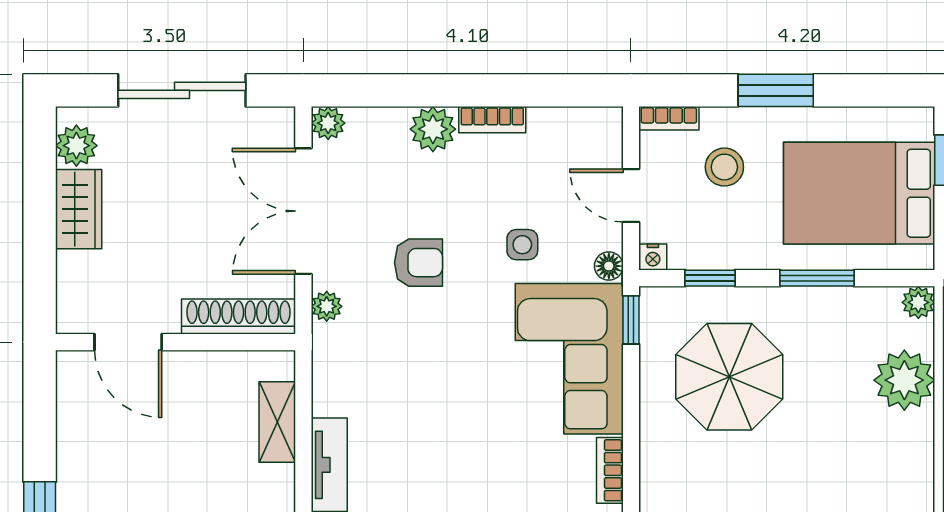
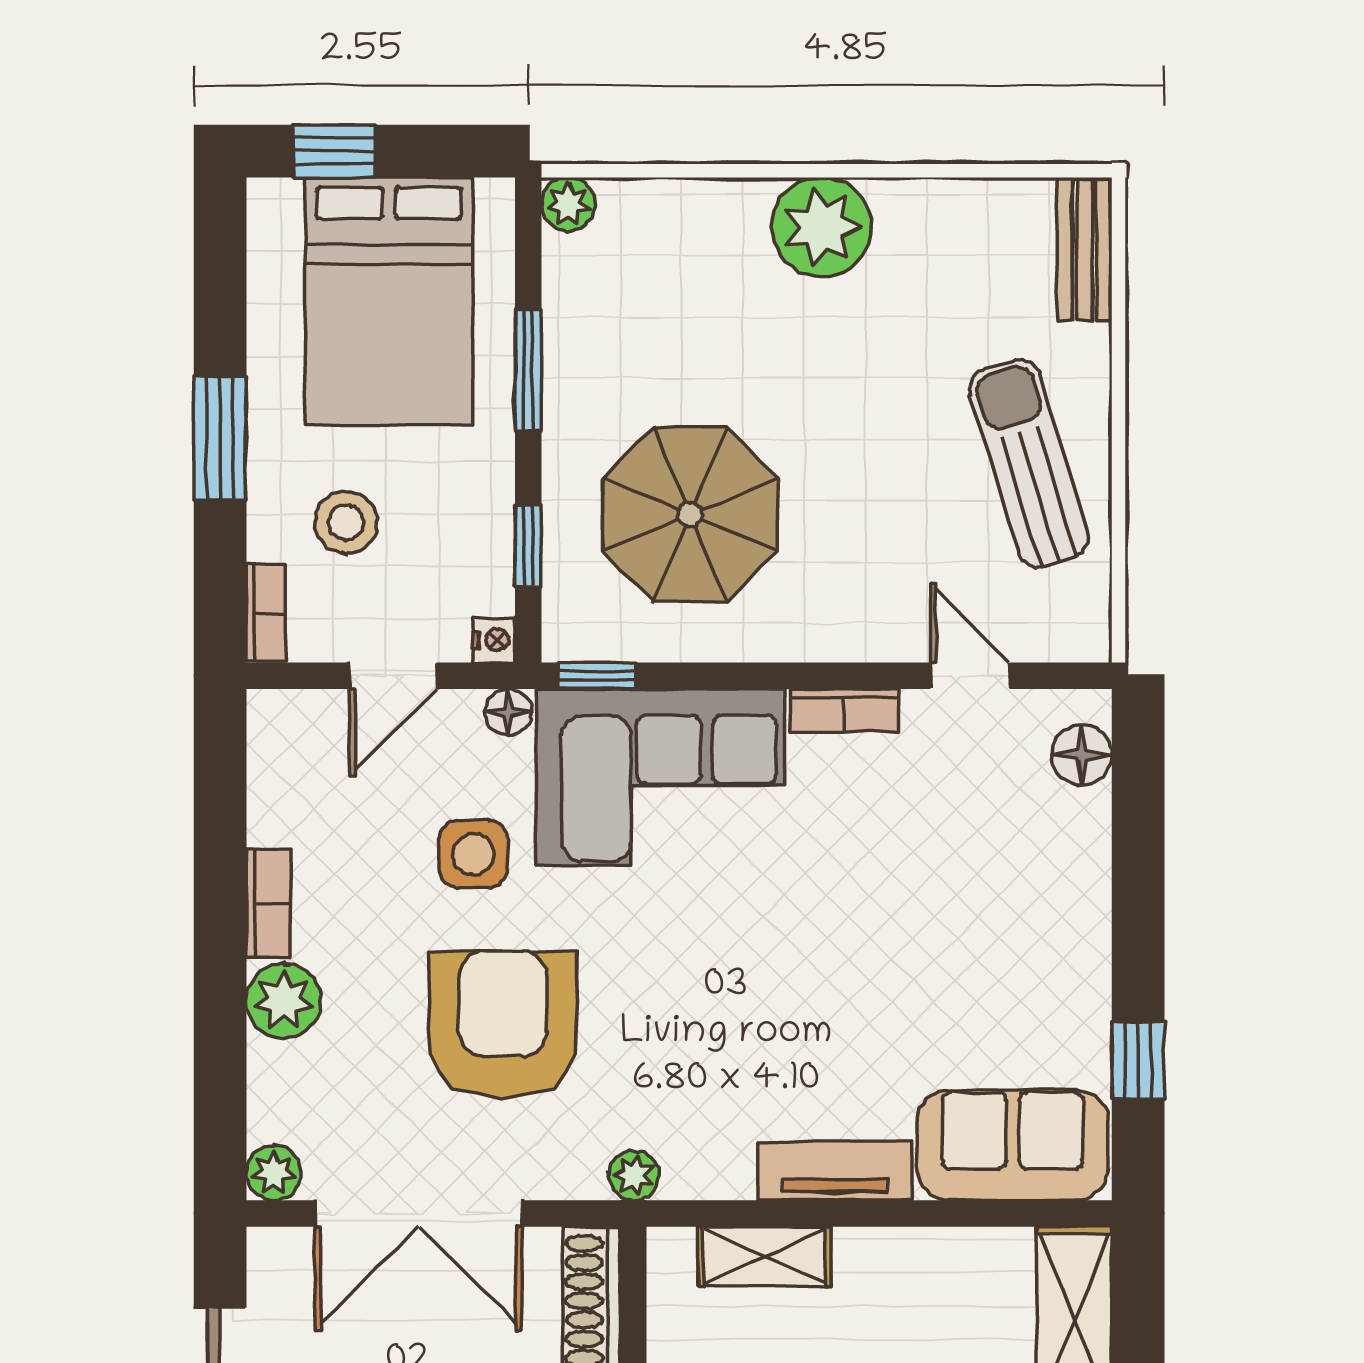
side table: (522, 245) -> (473, 854), width x1.37, depth x1.37
armchair: (419, 263) -> (503, 1024), width x1.88, depth x1.88
plant: (327, 306) -> (634, 1175), moved
plant: (904, 380) -> (822, 227), moved

